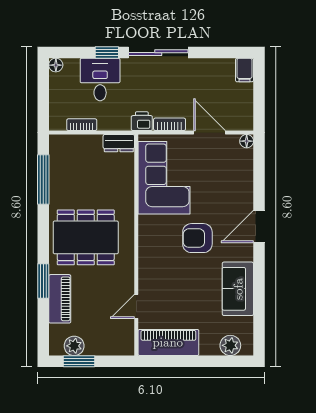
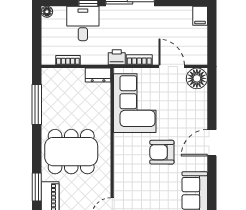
floor lamp: (247, 141) -> (197, 78), width x1.89, depth x1.89

